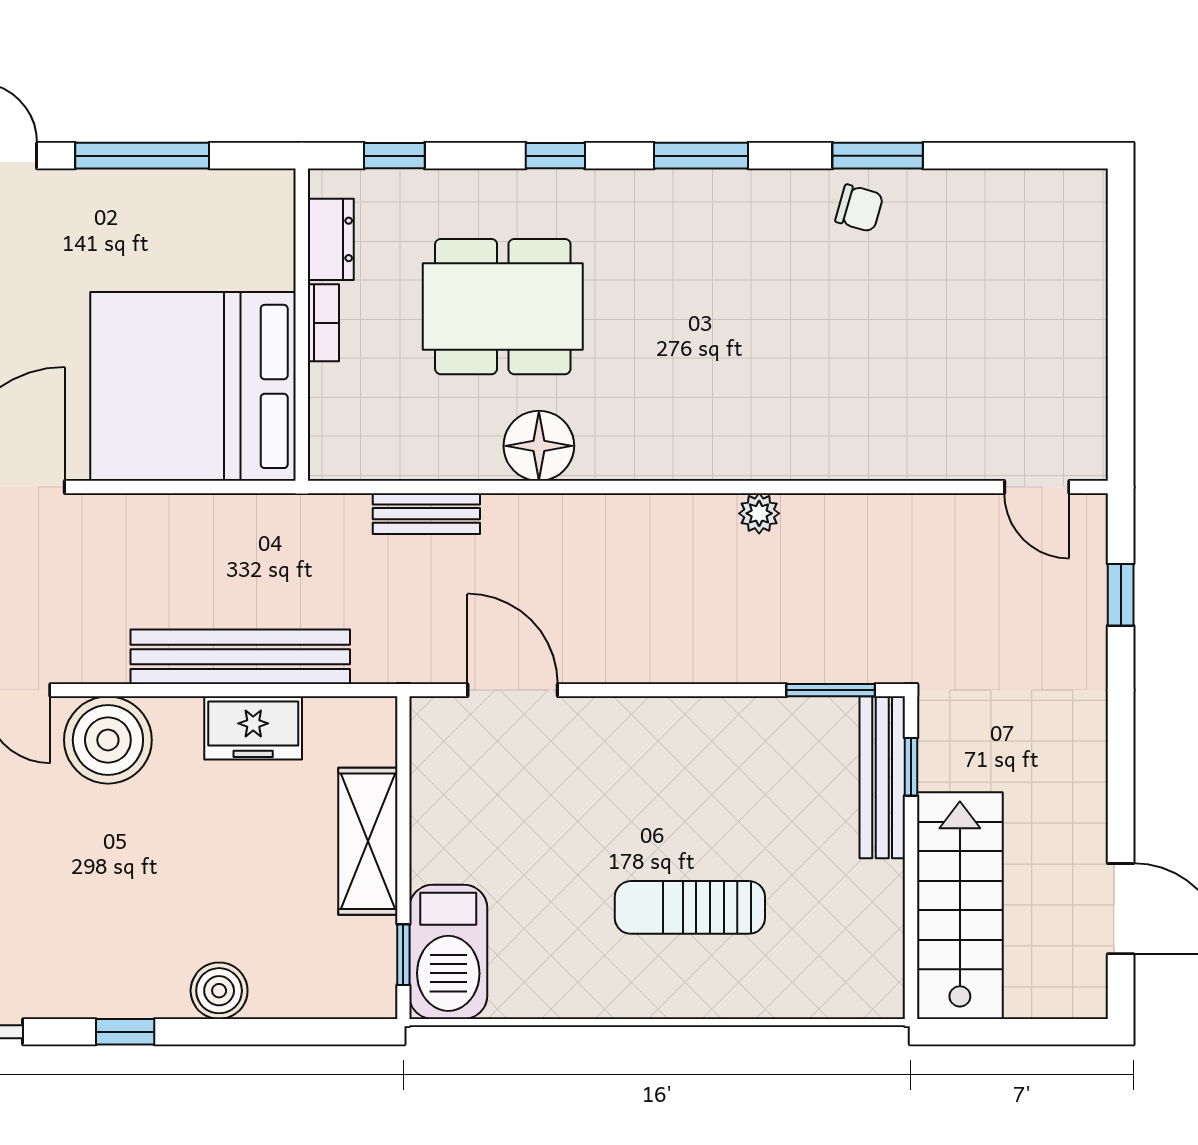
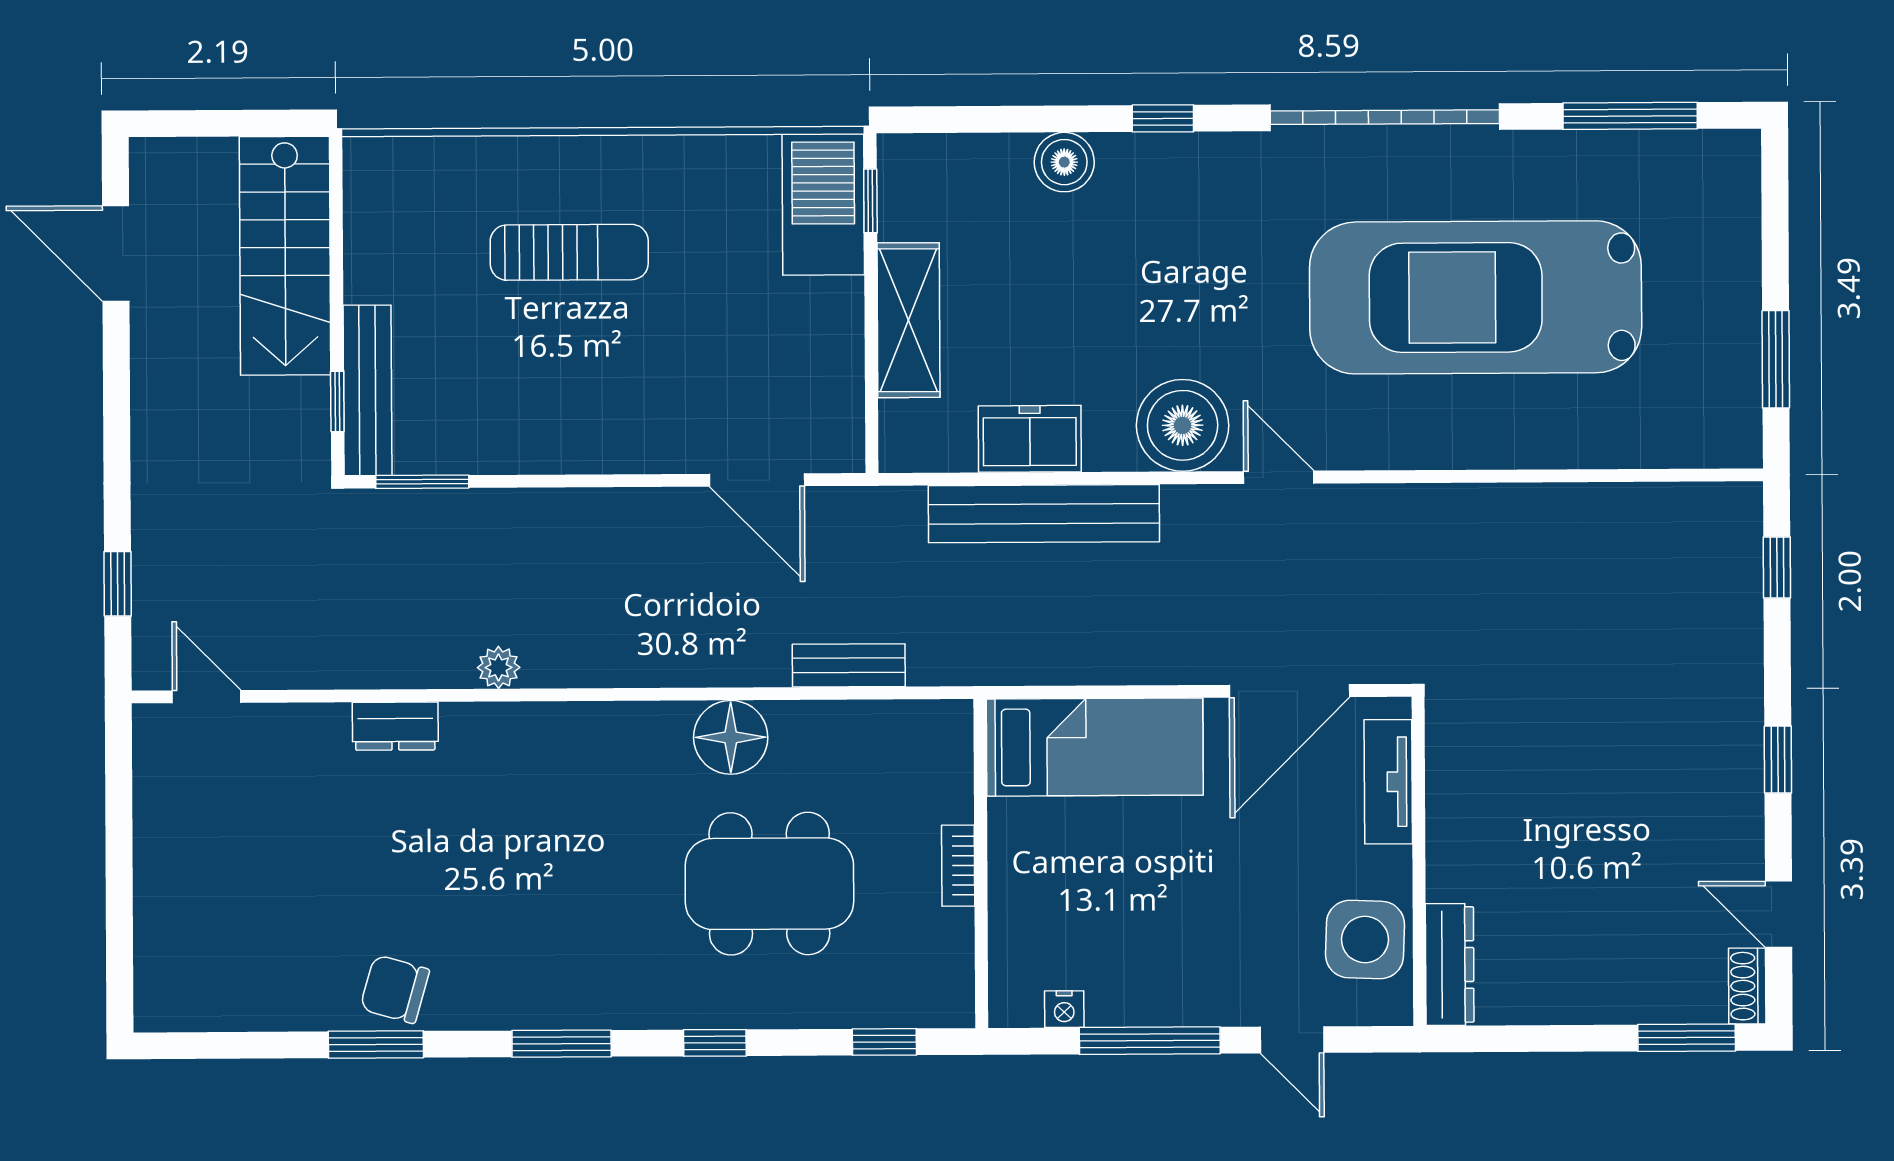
nightstand: (223, 186) -> (1064, 1009), added
chair: (859, 208) -> (395, 989), width x1.37, depth x1.37
dresser: (331, 239) -> (395, 726), moved, turned -90
bed: (193, 386) -> (1095, 747), width x0.49

